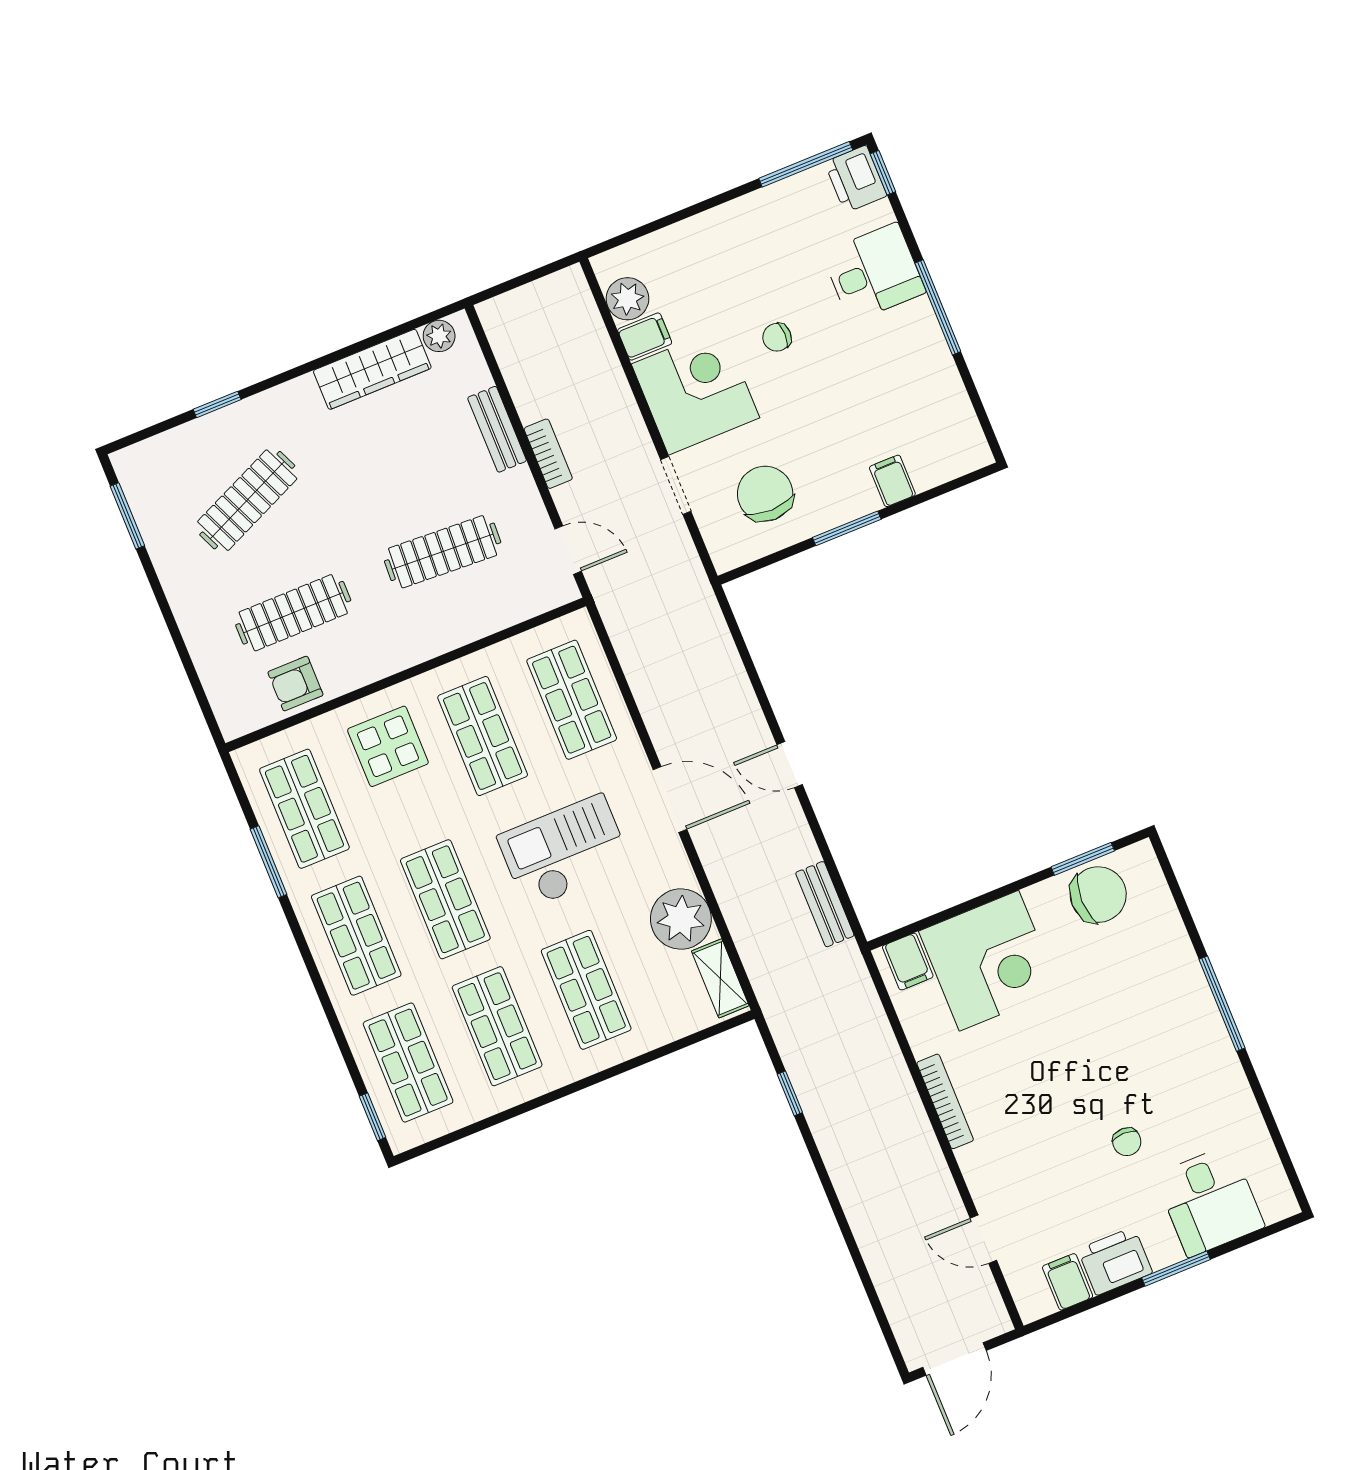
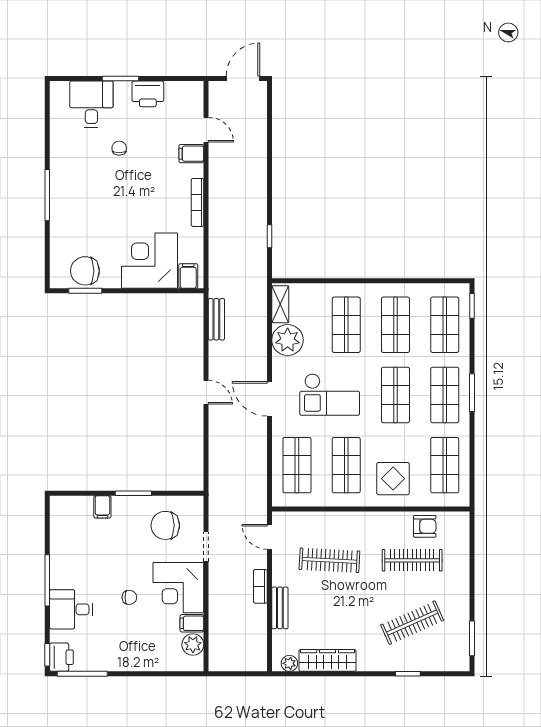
chair: (765, 494) -> (165, 525), turned 90
window: (269, 862) -> (472, 393), moved
filing cabinet: (1068, 1282) -> (191, 154), moved, turned 90

